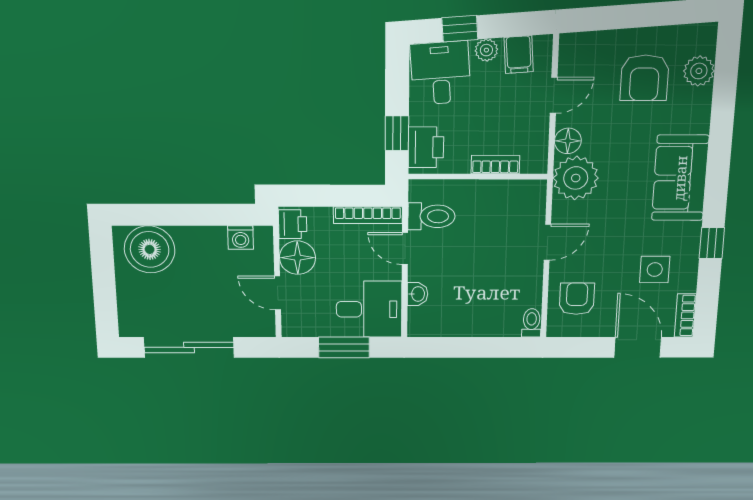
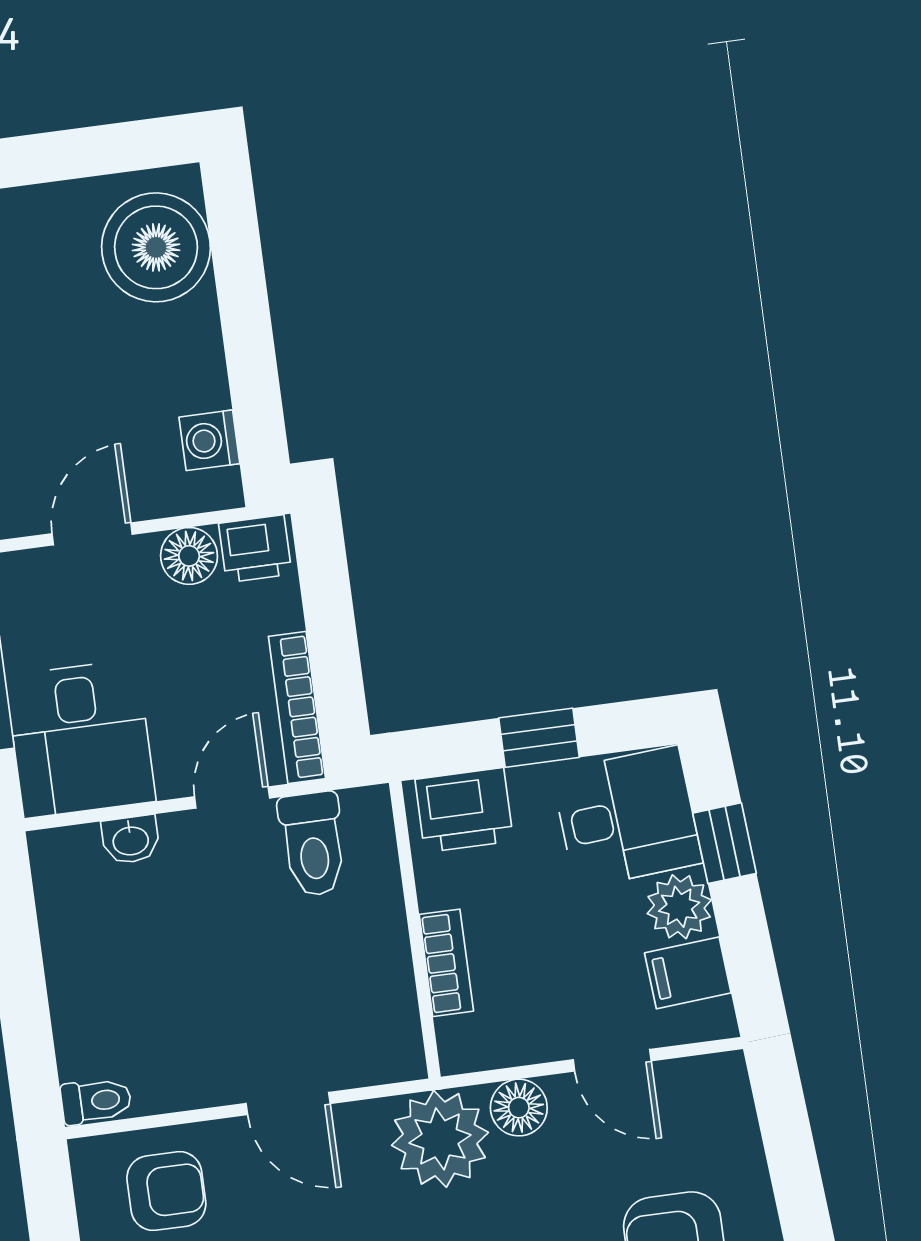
plant: (486, 50) -> (679, 907), width x1.38, depth x1.38
window: (397, 133) -> (539, 738), moved
floor lamp: (297, 258) -> (189, 556), width x0.73, depth x0.73

